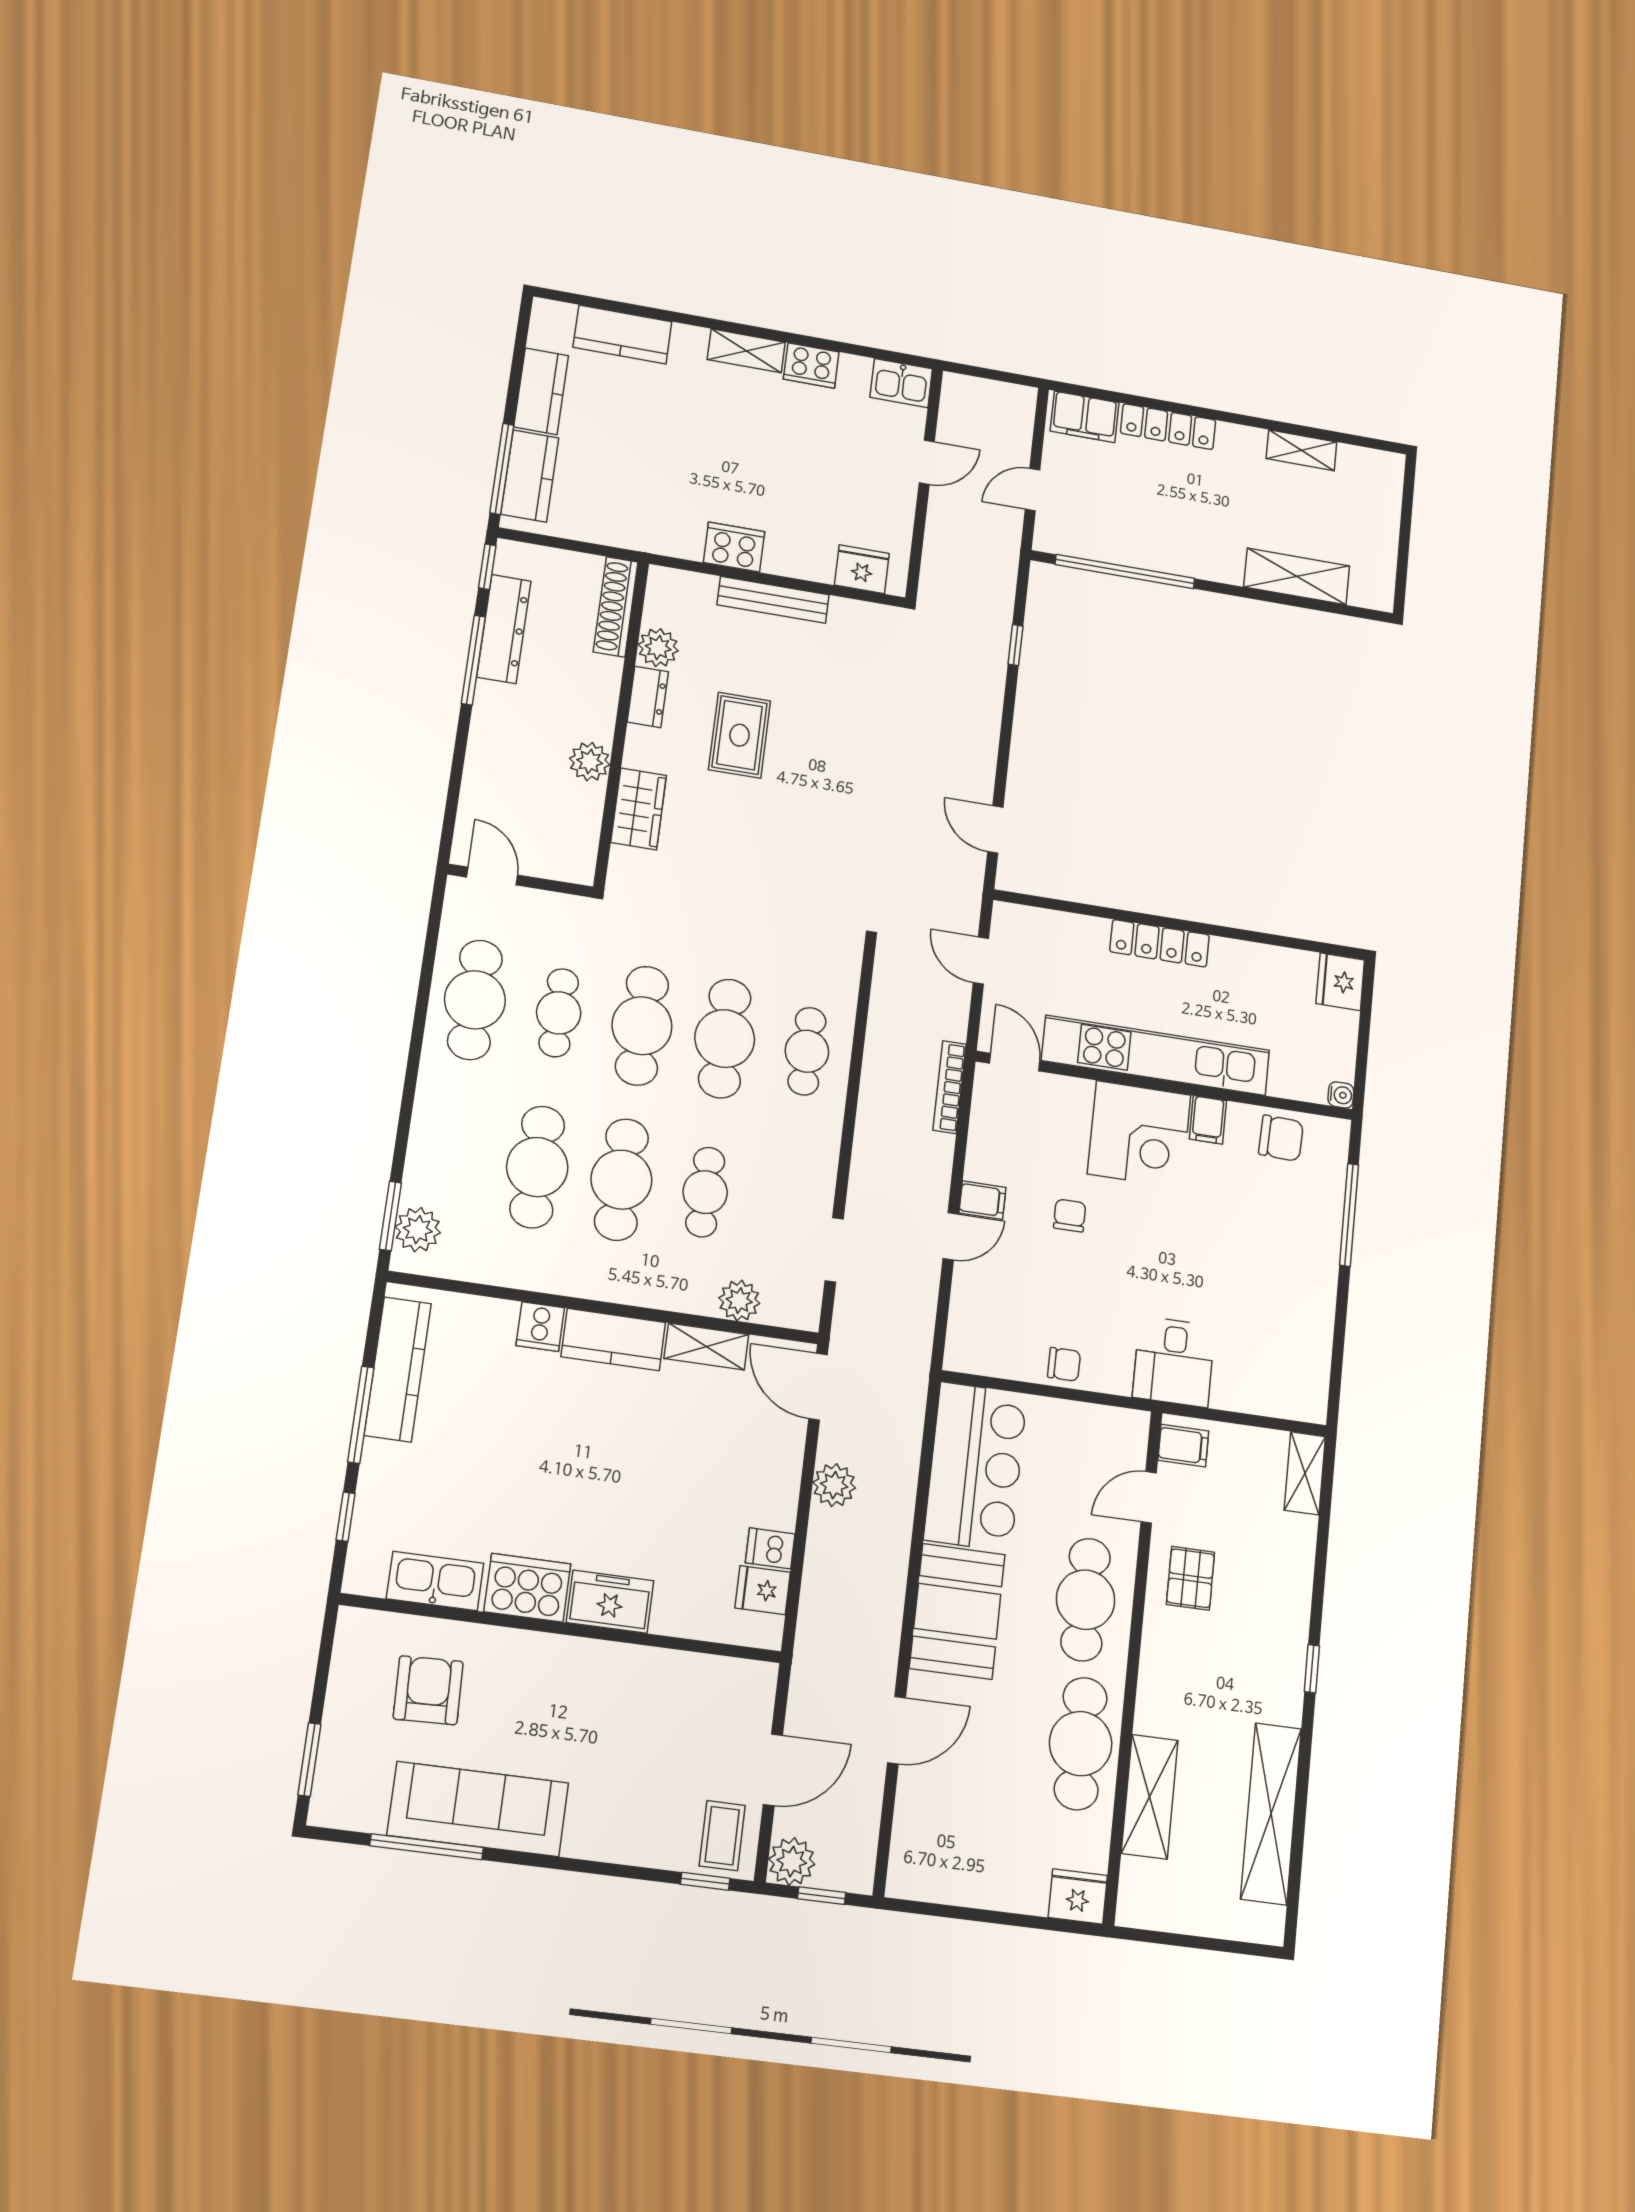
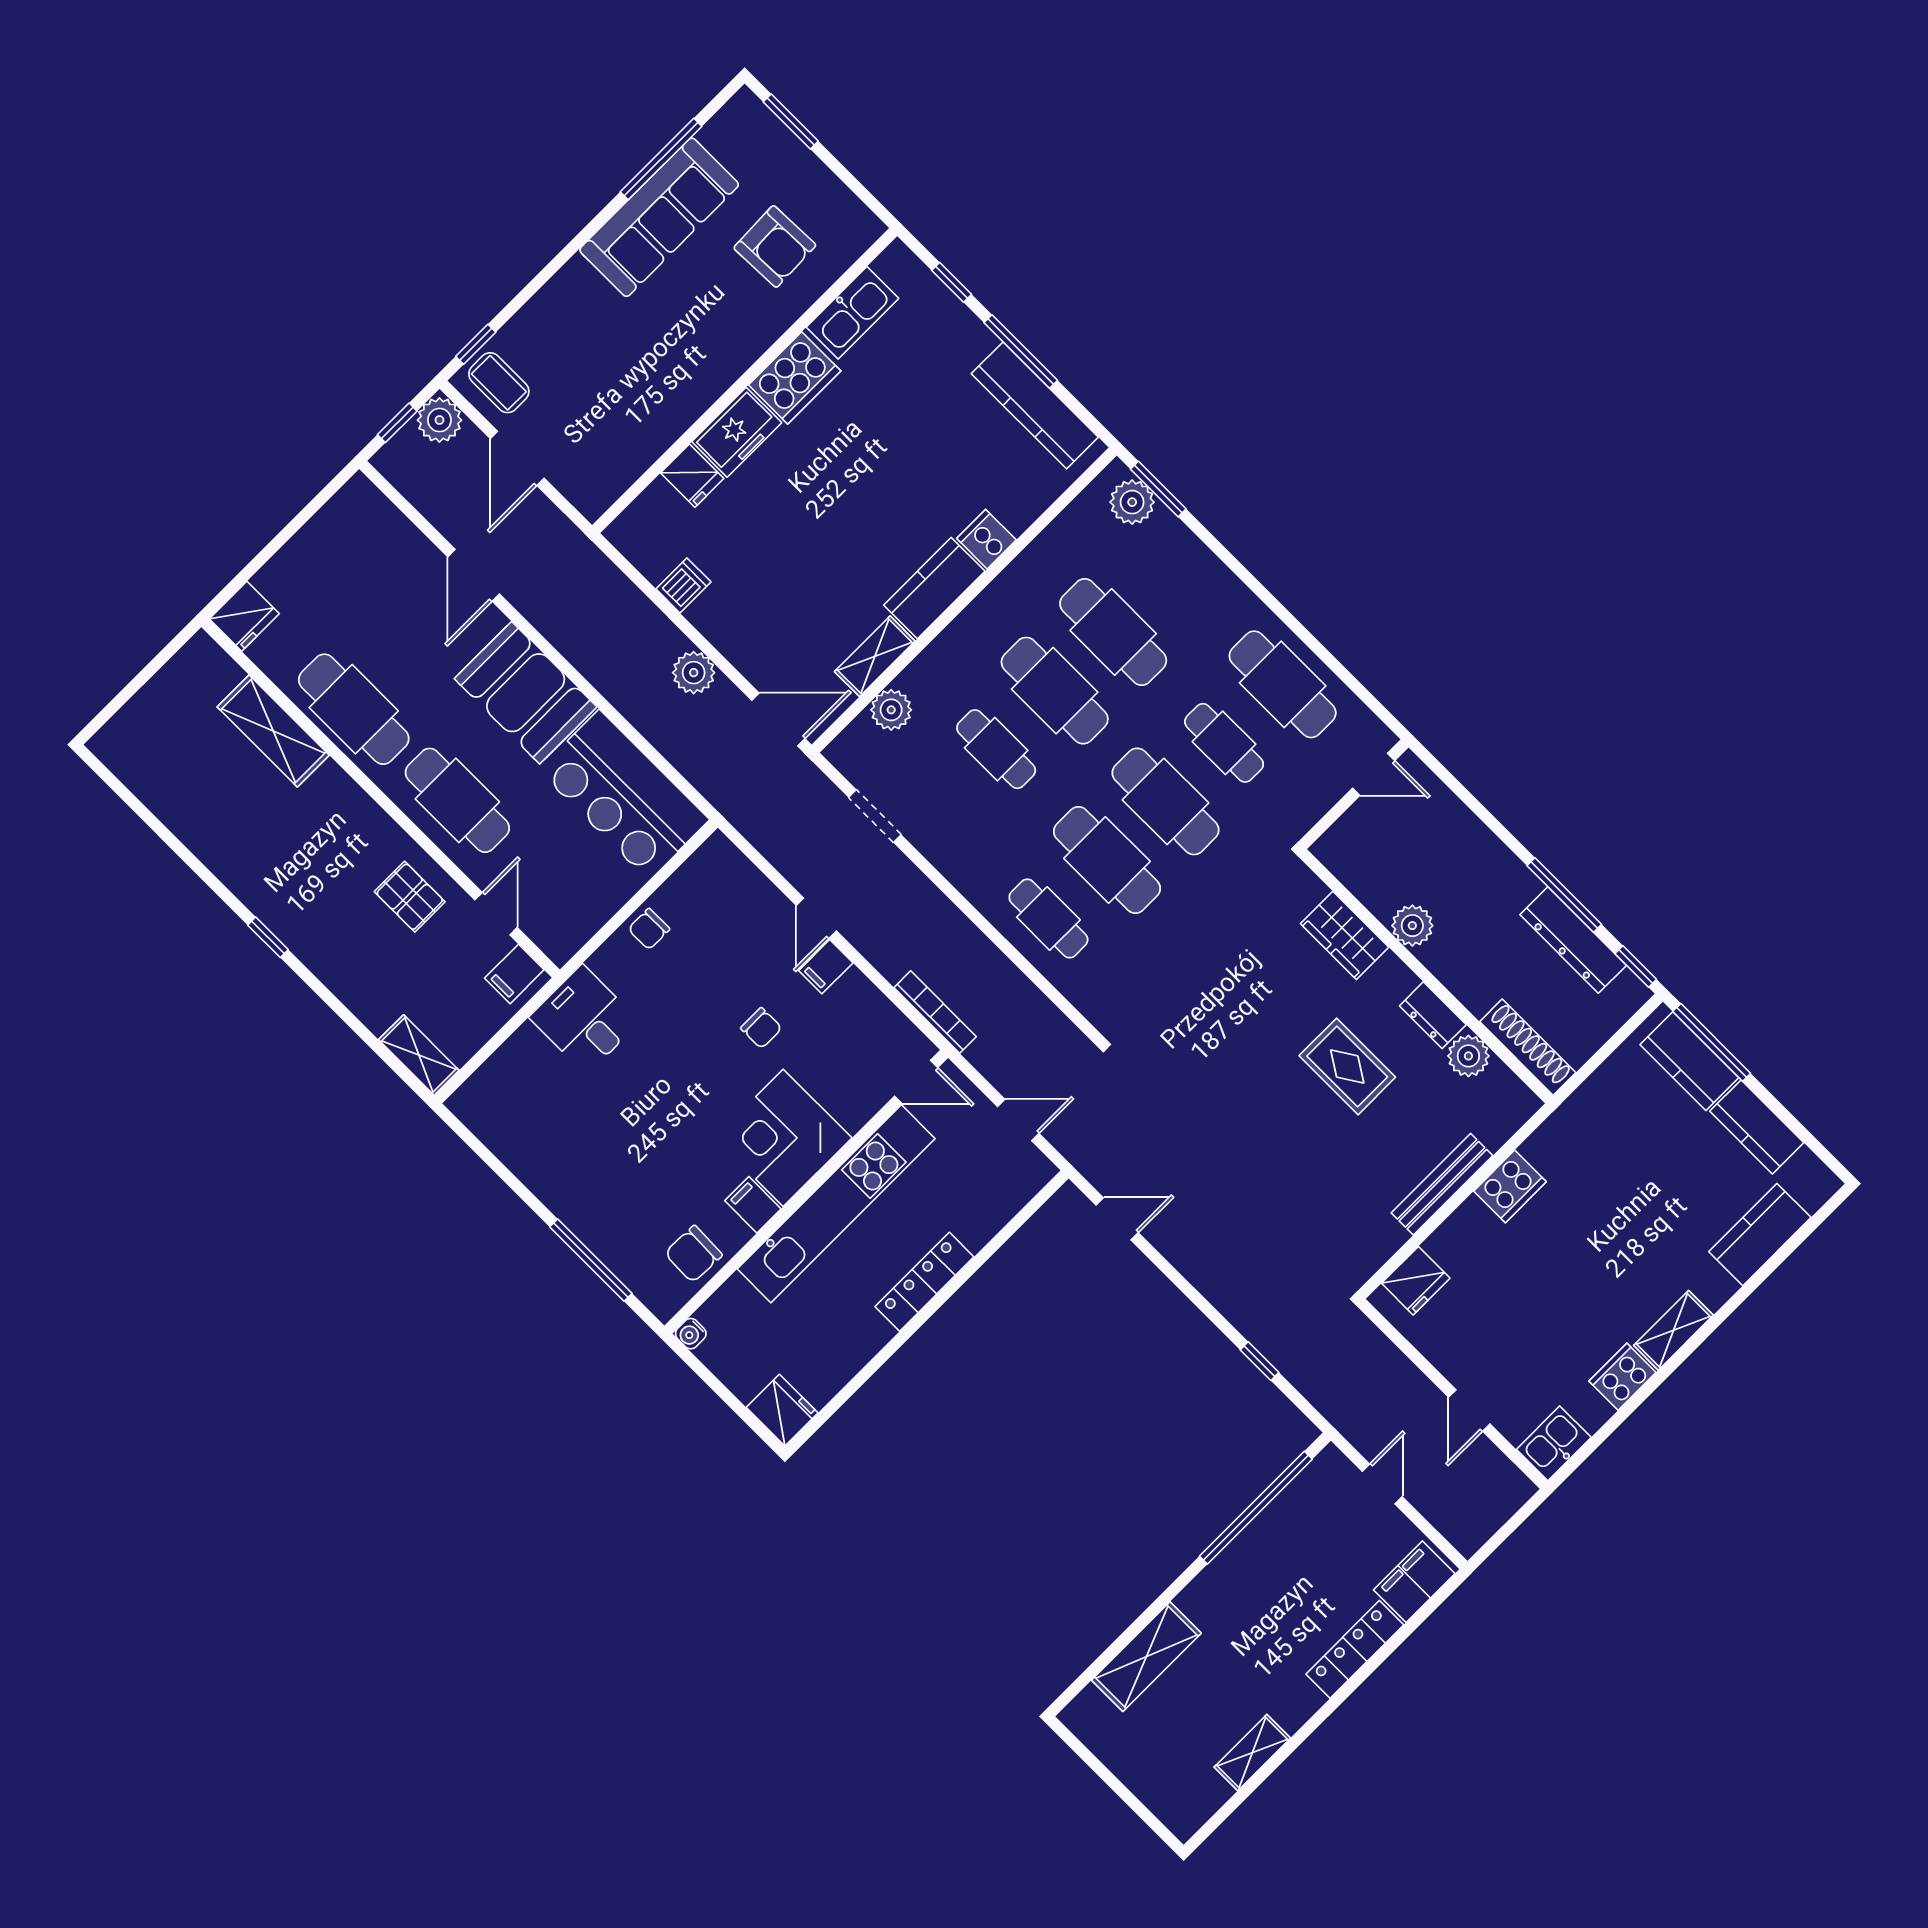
fridge: (763, 1590) -> (692, 476), moved, turned 90
shelving: (1271, 1814) -> (187, 816), removed

